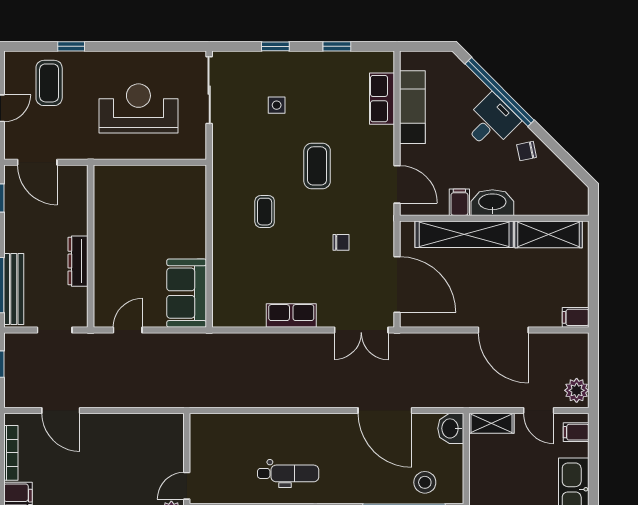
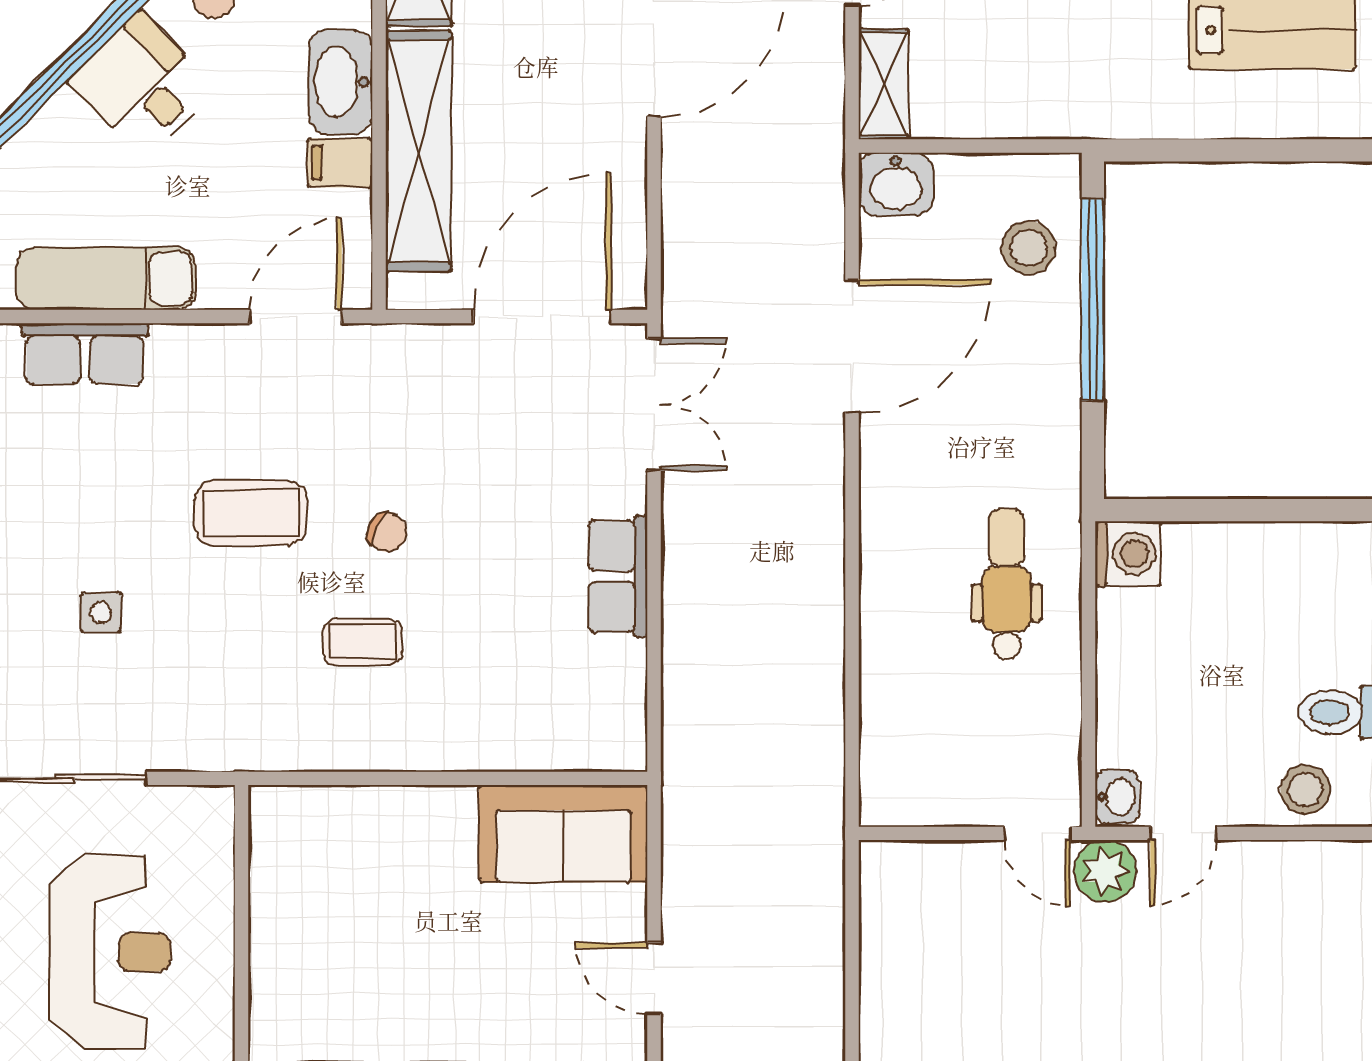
reception desk: (138, 108) -> (109, 952), turned 180
chair: (341, 242) -> (387, 532), moved, turned 114

